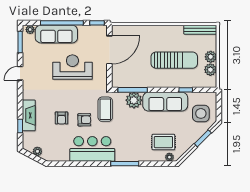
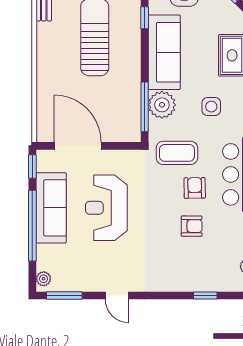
sofa: (56, 34) -> (51, 208), moved
fireplace: (29, 115) -> (187, 281), removed
side table: (133, 130) -> (211, 107), added

